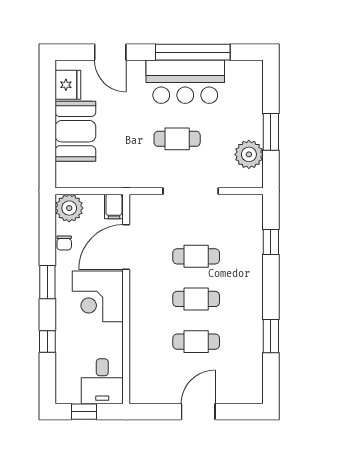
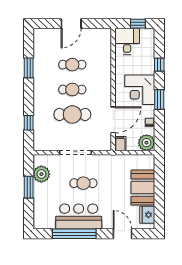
cafe table: (196, 256) -> (72, 114), width x1.37, depth x1.35
corner desk: (98, 296) -> (140, 90), moved, turned 180

